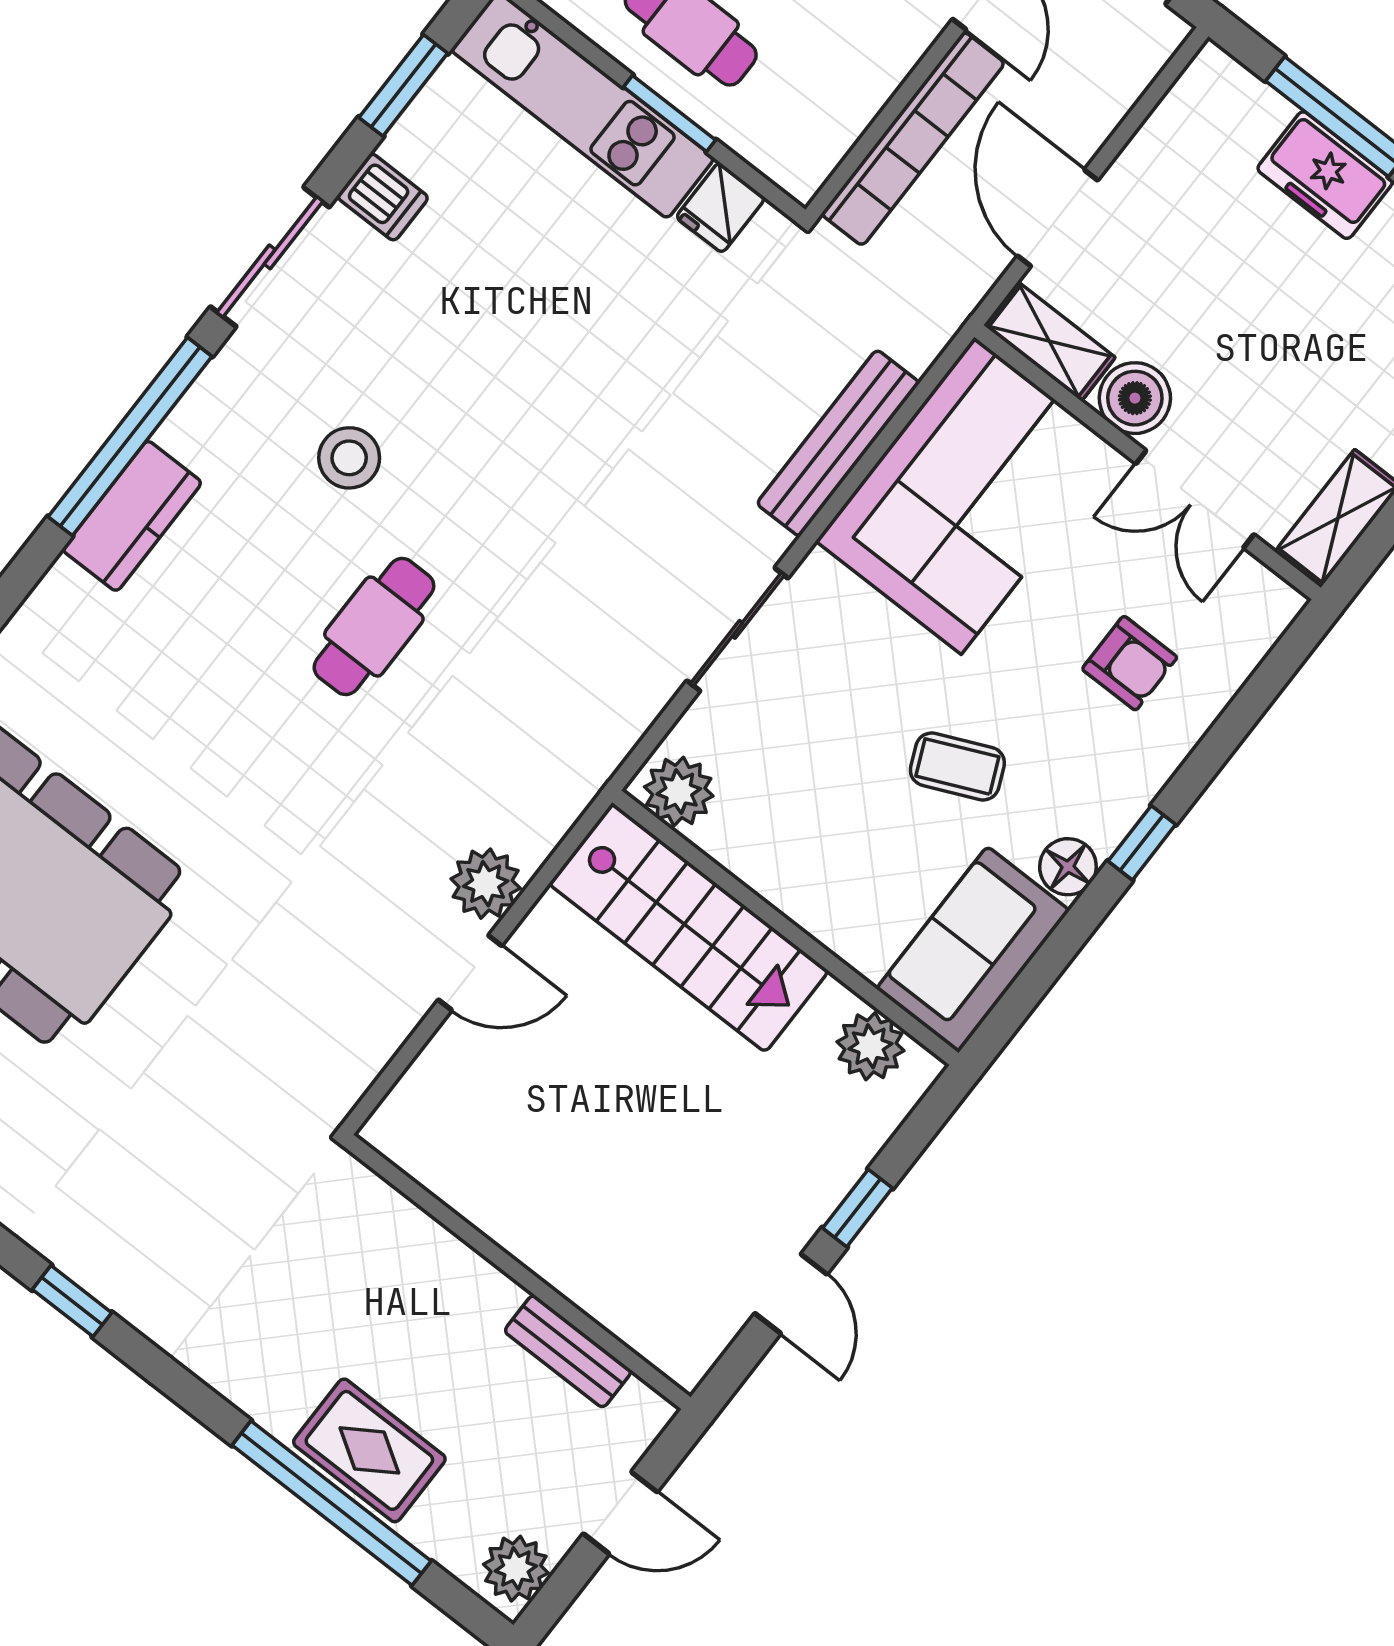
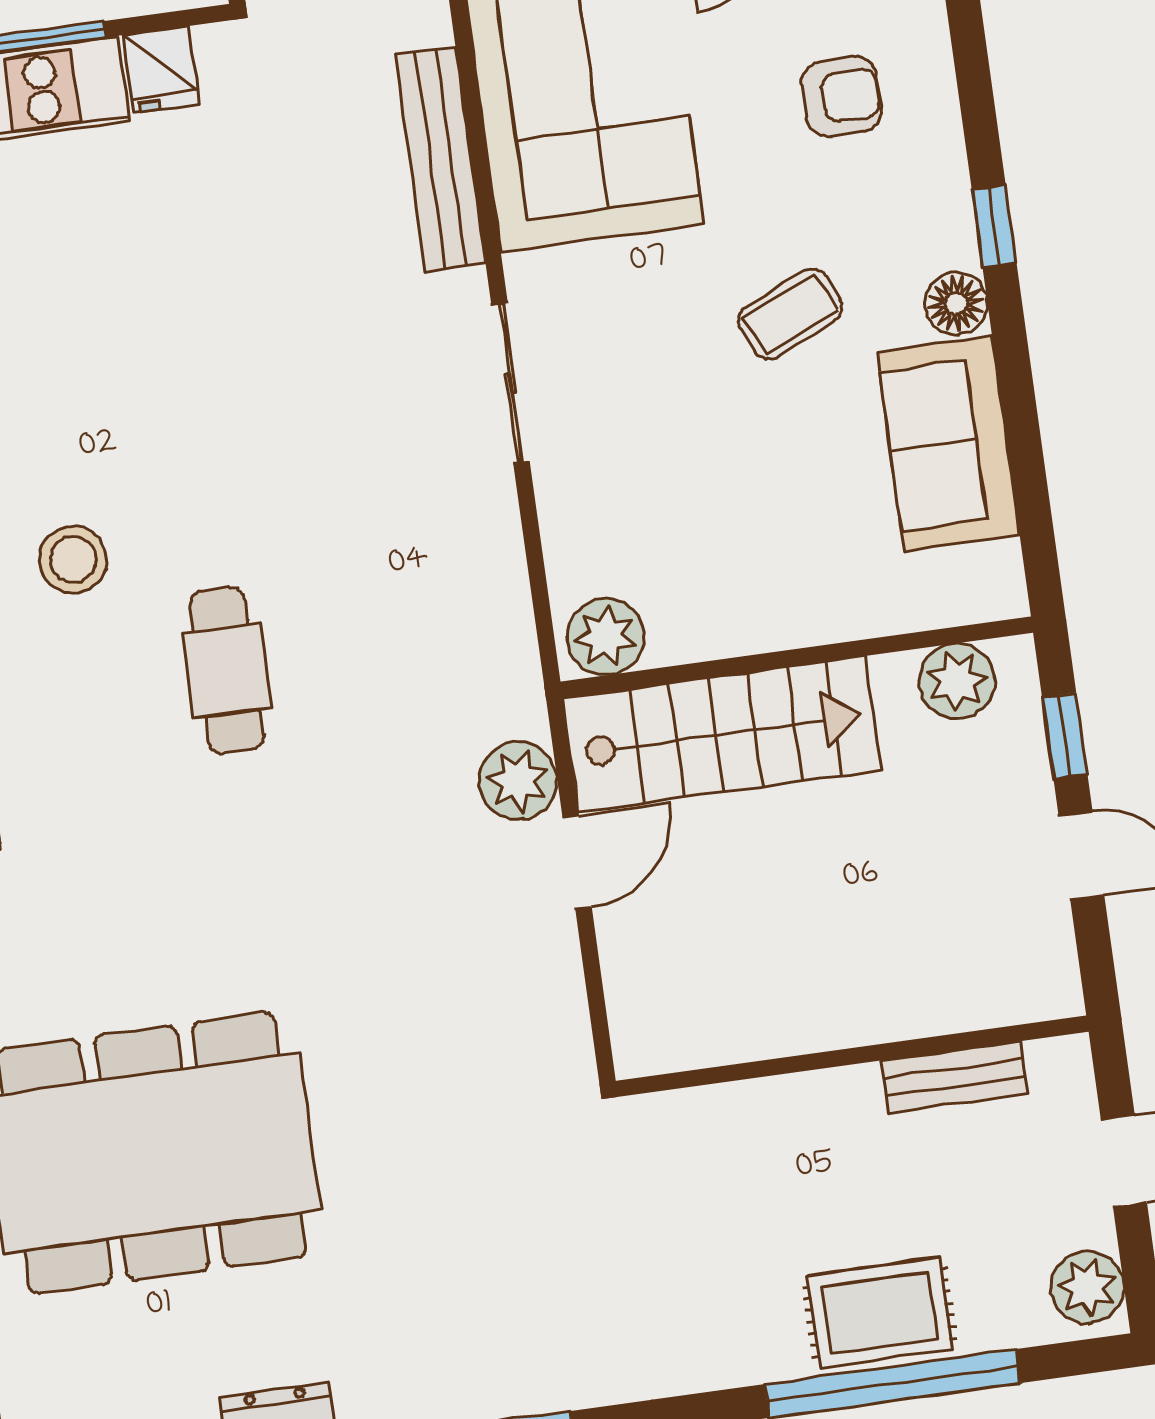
plant: (679, 791) -> (606, 637), moved
stairs: (689, 927) -> (722, 734), moved
wall: (785, 928) -> (797, 657), moved
plant: (870, 1046) -> (957, 681), moved

